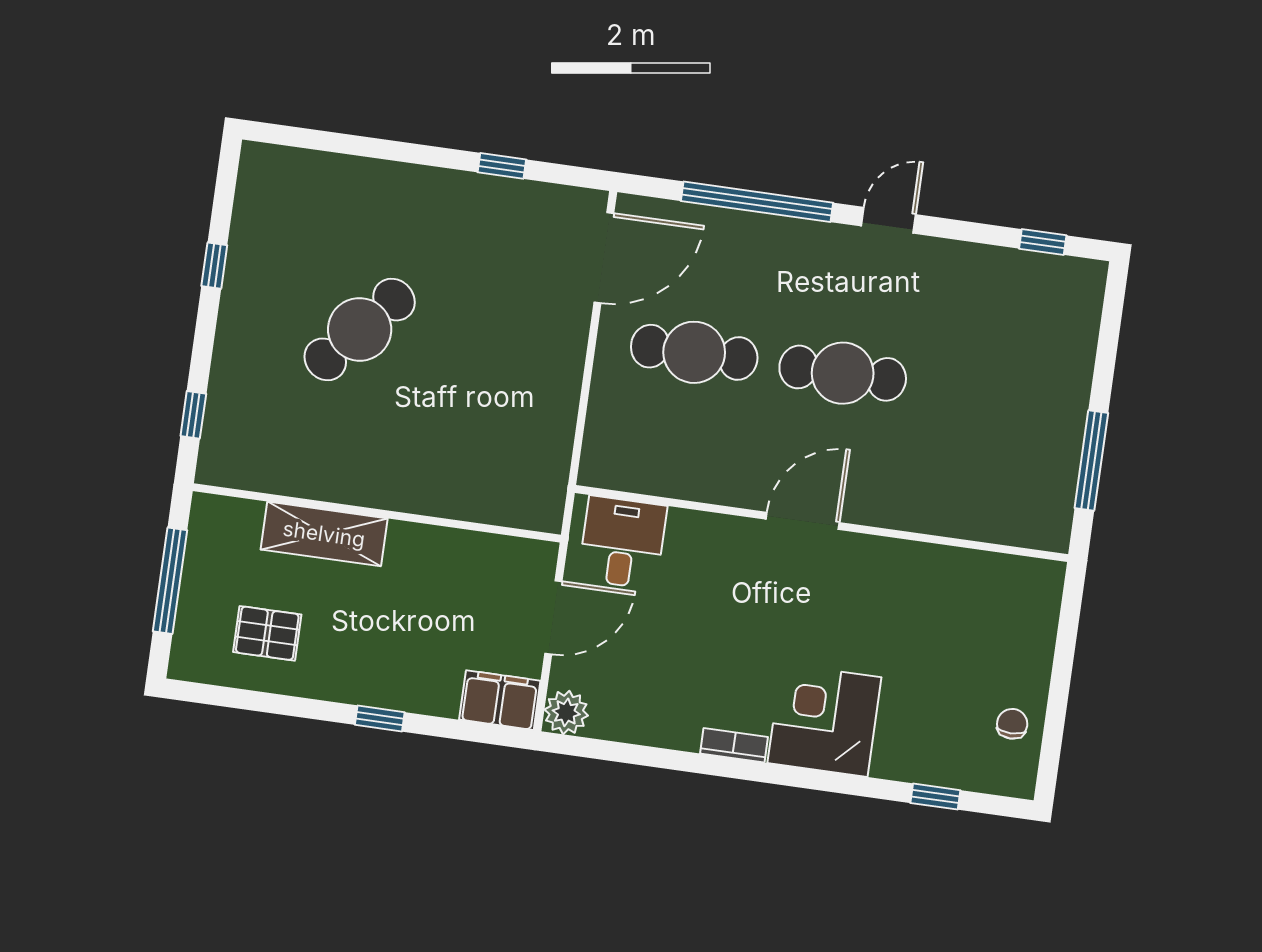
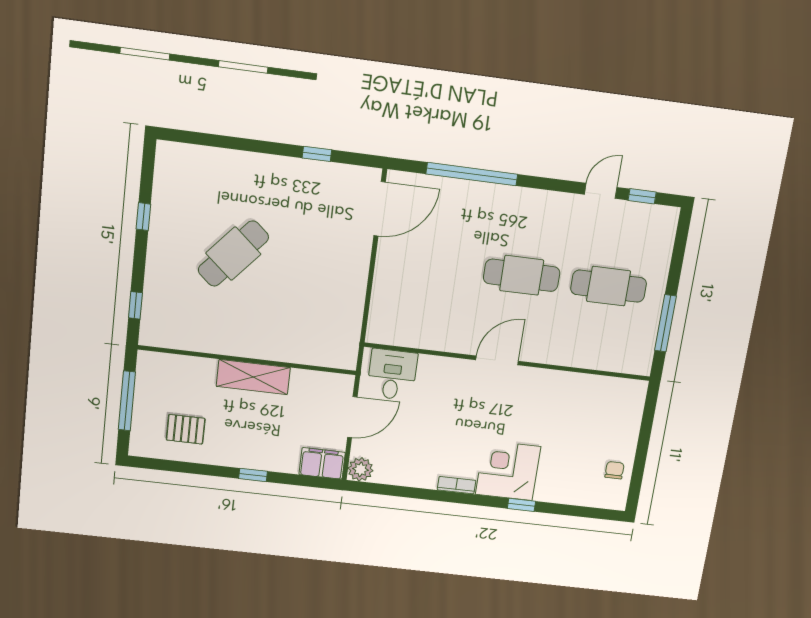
door: (888, 220) -> (601, 191), moved
cafe table: (694, 352) -> (609, 286), moved
shelving: (324, 534) -> (253, 377), moved
window: (935, 797) -> (521, 505), moved

